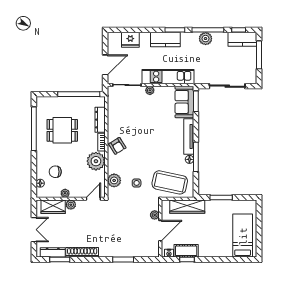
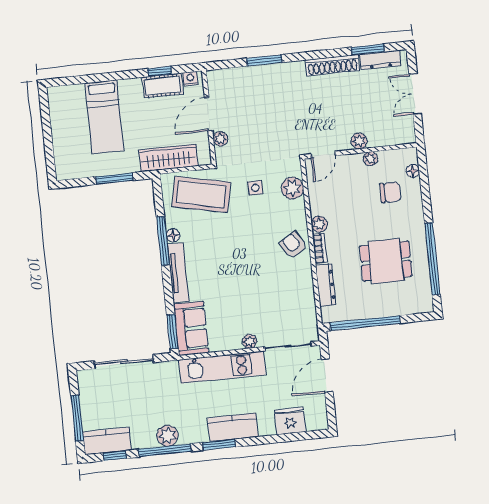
plant: (96, 161) -> (319, 224), width x0.53, depth x0.53
wardrobe: (53, 207) -> (388, 135), removed
bed: (243, 236) -> (104, 117), moved

